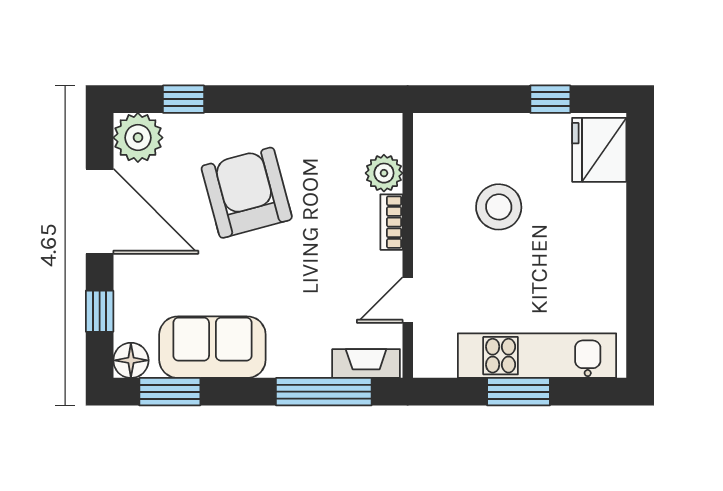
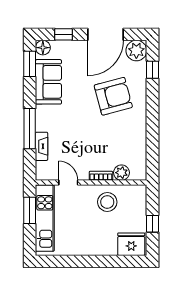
plant: (384, 173) -> (121, 173), moved
bookcase: (391, 222) -> (101, 176), moved
wall: (408, 245) -> (91, 183), moved
door: (408, 300) -> (68, 183), moved

